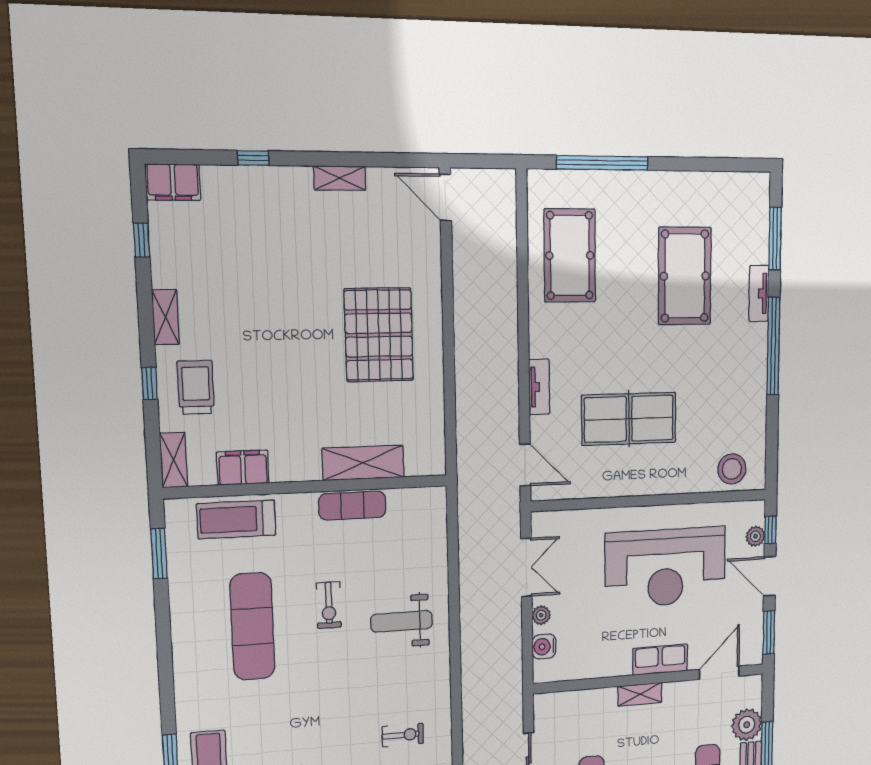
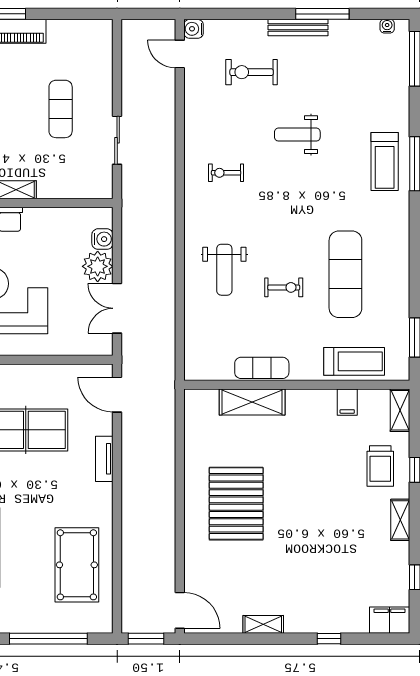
window: (486, 161) -> (146, 639), added
filing cabinet: (243, 468) -> (347, 402), width x0.50
exercise bike: (329, 605) -> (284, 287), turned 90
plant: (541, 615) -> (98, 266), width x1.87, depth x1.87
weight bench: (402, 621) -> (224, 270), turned 90

